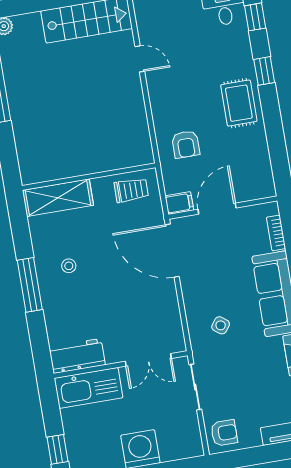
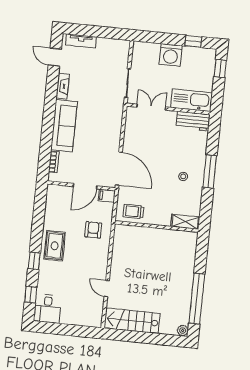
shelving: (58, 198) -> (185, 222), width x0.67, depth x0.75
side table: (221, 325) -> (102, 116), removed
armchair: (224, 433) -> (118, 51), removed

